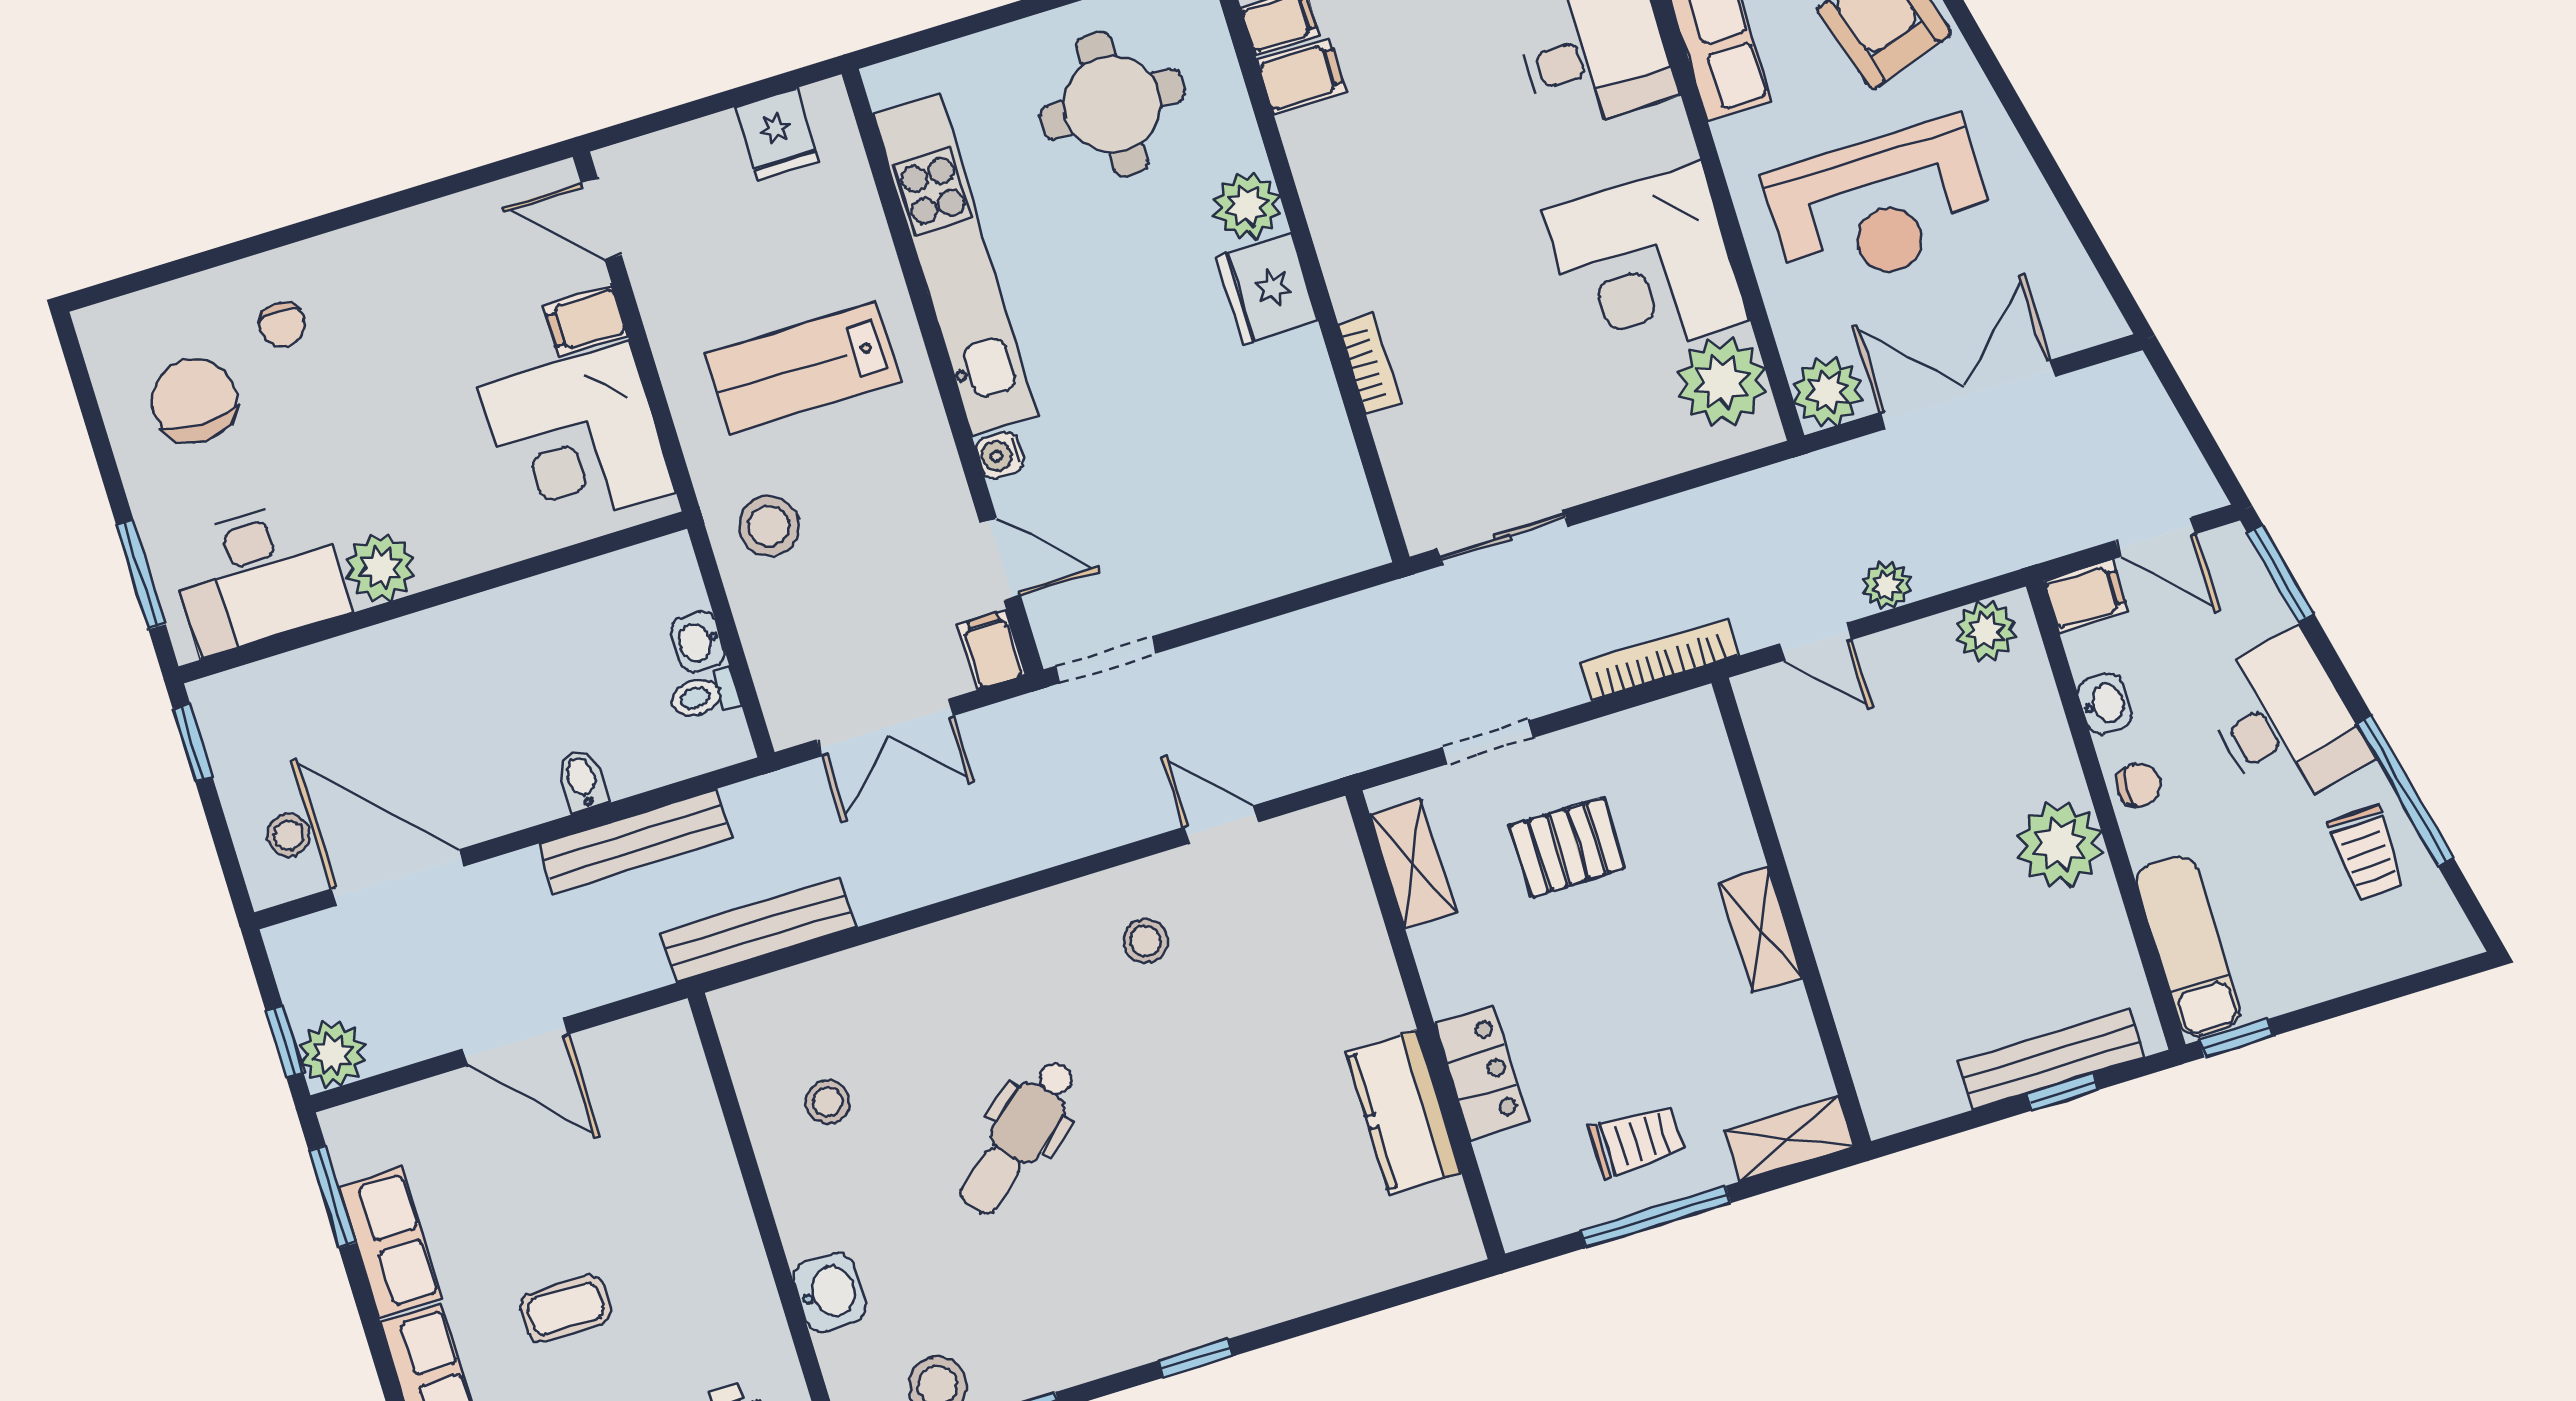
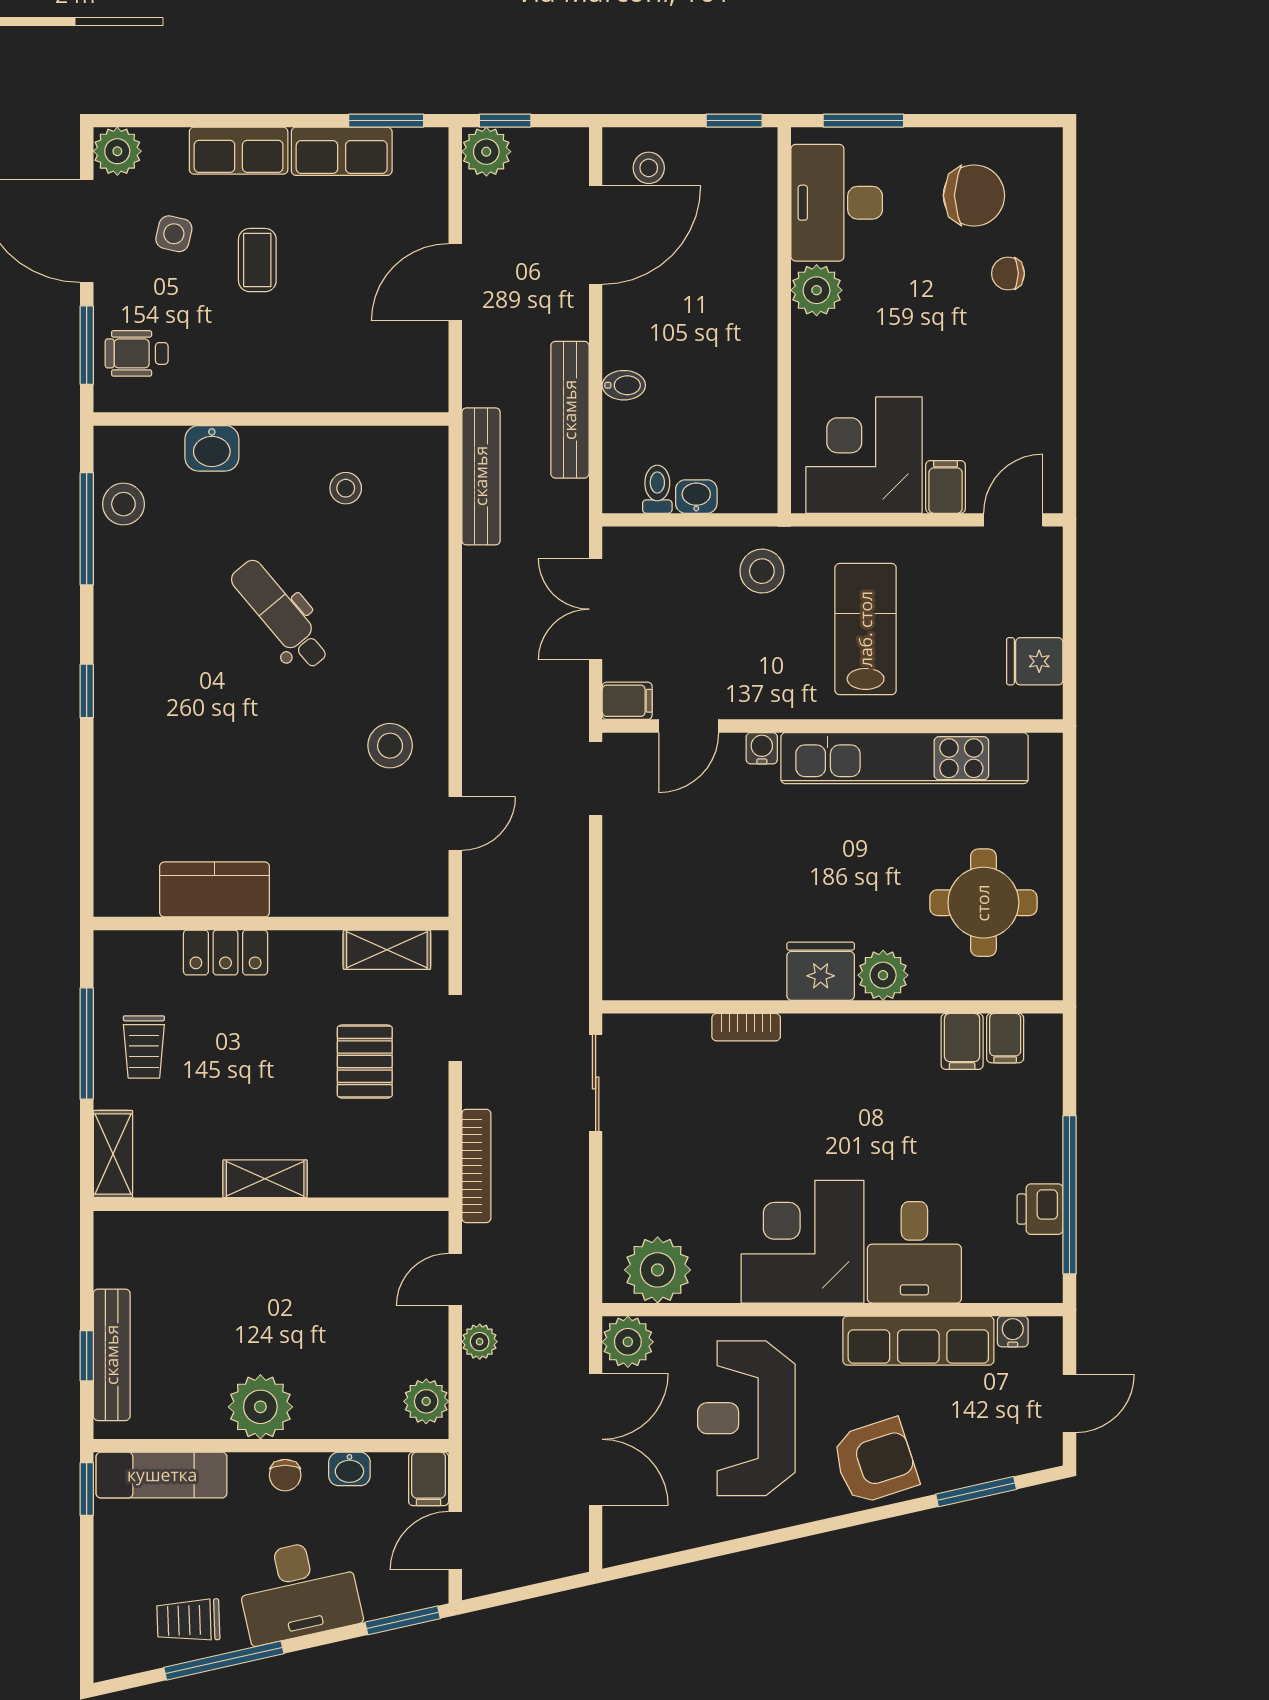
corner desk: (1646, 265) -> (803, 1242), moved
stool: (1146, 941) -> (390, 746), width x1.37, depth x1.37

